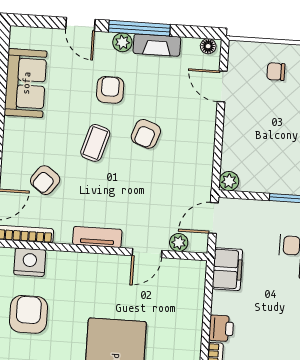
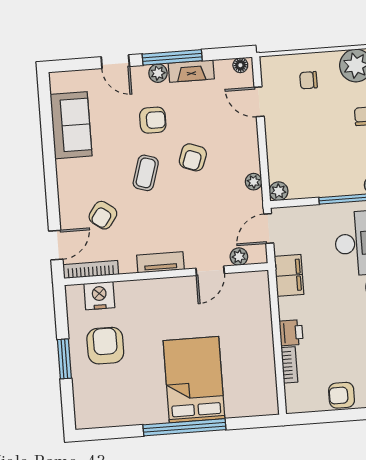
armchair: (110, 90) -> (153, 120), turned 90
plant: (205, 168) -> (254, 182), added

